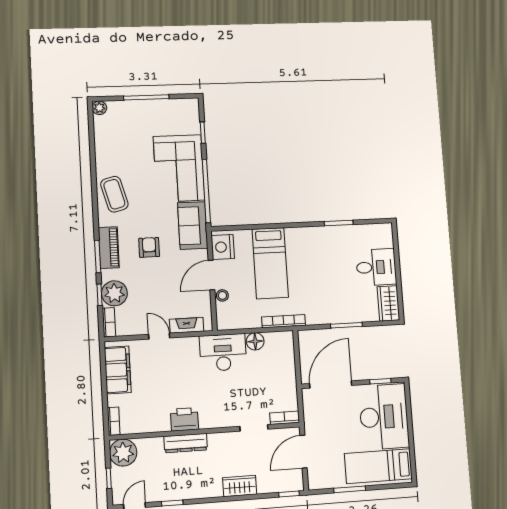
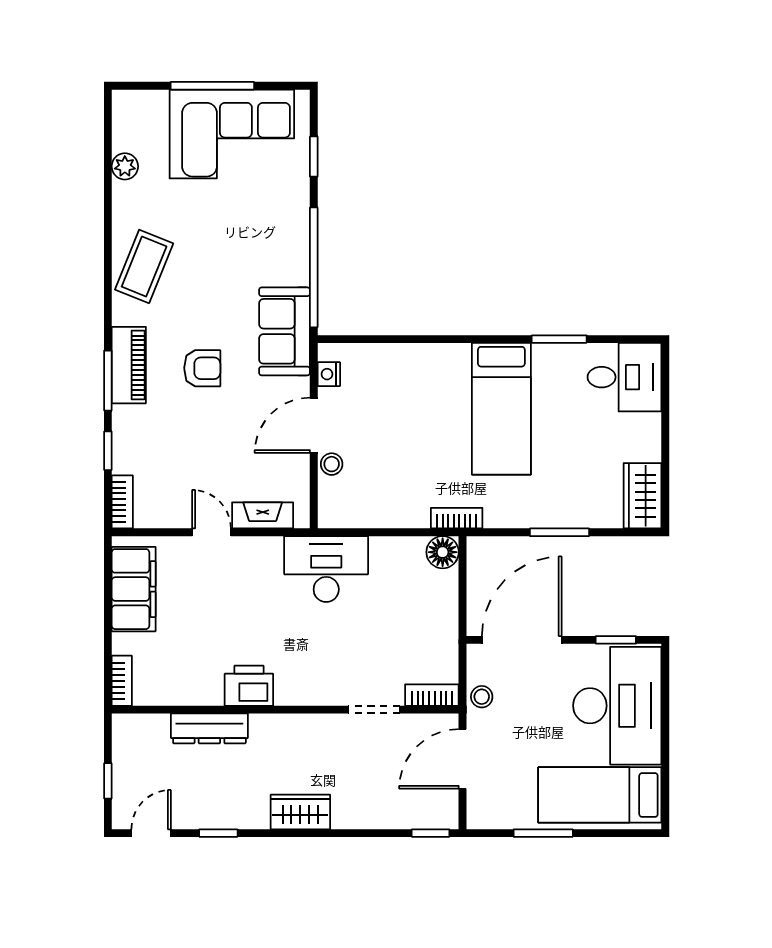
plant: (99, 108) -> (125, 166), moved
corner sofa: (179, 168) -> (232, 134), moved, turned -90
coffee table: (114, 194) -> (144, 266), turned 37
armchair: (149, 247) -> (202, 368), turned 90
nightstand: (223, 247) -> (329, 374), width x0.53, depth x0.56
bed: (270, 263) -> (501, 409), moved
desk: (376, 267) -> (624, 377), moved
plant: (114, 293) -> (135, 450), removed
bookcase: (284, 321) -> (457, 518), width x0.64
floor lamp: (255, 341) -> (443, 552), moved
stool: (311, 417) -> (482, 697), added
dresser: (186, 443) -> (209, 728), moved
plant: (123, 453) -> (136, 738), removed
wardrobe: (240, 486) -> (300, 812), moved

